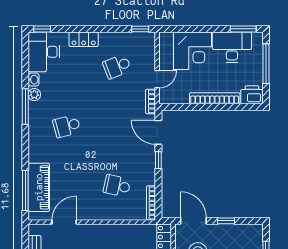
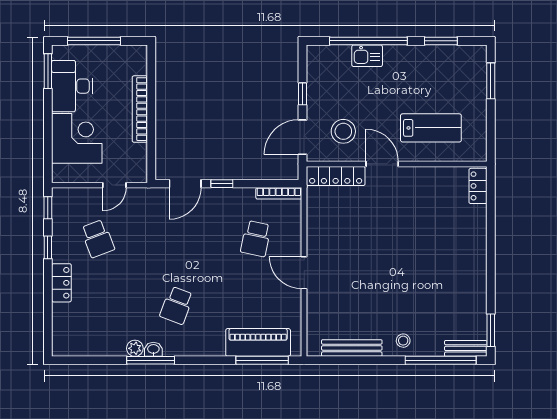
window: (42, 29) -> (48, 247), moved
desk: (44, 52) -> (78, 336), removed
door: (157, 79) -> (114, 185), swing flipped
washbasin: (34, 80) -> (153, 349), moved
printer: (252, 95) -> (135, 59), removed
bookcase: (151, 101) -> (144, 194), removed
school desk: (67, 126) -> (177, 305), turned 36
door: (64, 222) -> (304, 273), moved

